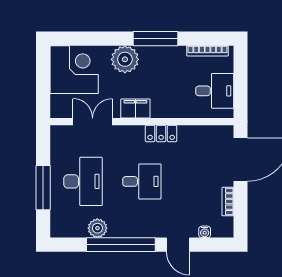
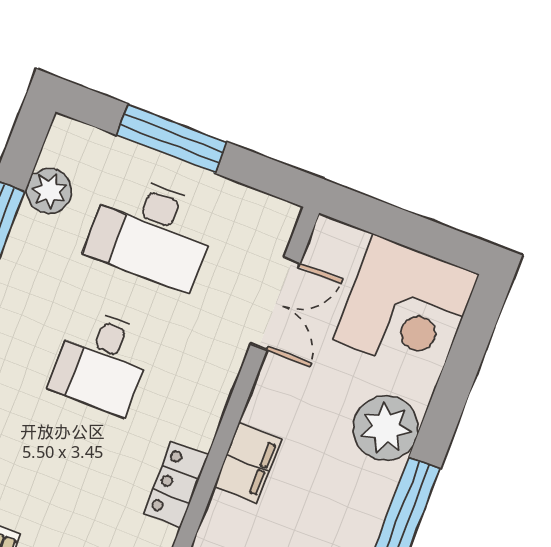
filing cabinet: (135, 109) -> (247, 463), moved
locker: (161, 134) -> (176, 484), moved
plant: (97, 228) -> (49, 191), moved

